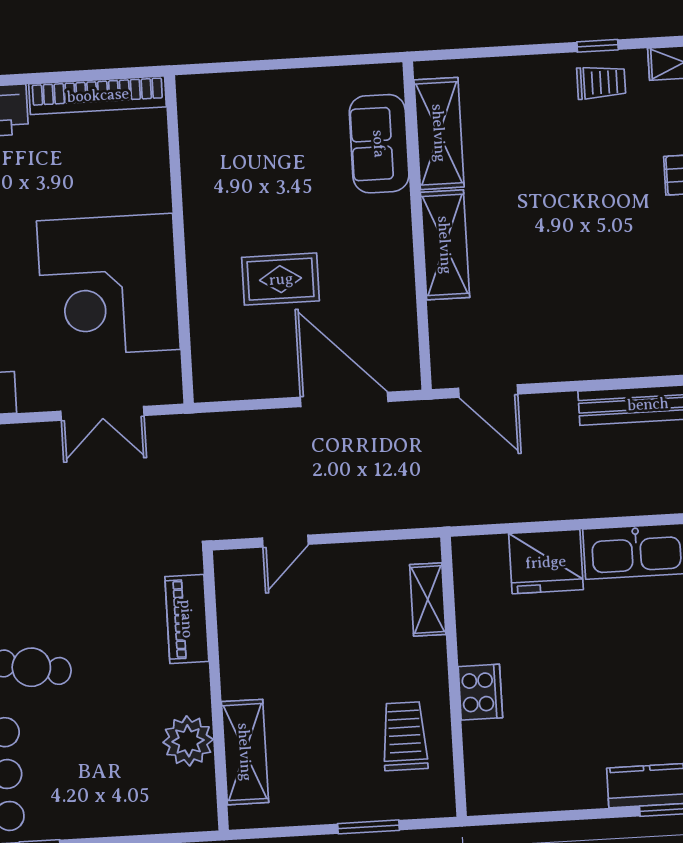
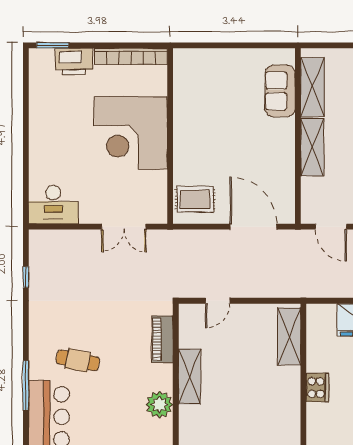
rug: (281, 279) -> (195, 199), moved
corner desk: (108, 285) -> (131, 133), moved
shelving: (428, 600) -> (289, 336), width x1.50, depth x1.33
trolley: (405, 736) -> (275, 409), removed
shelving: (245, 752) -> (190, 377), moved

